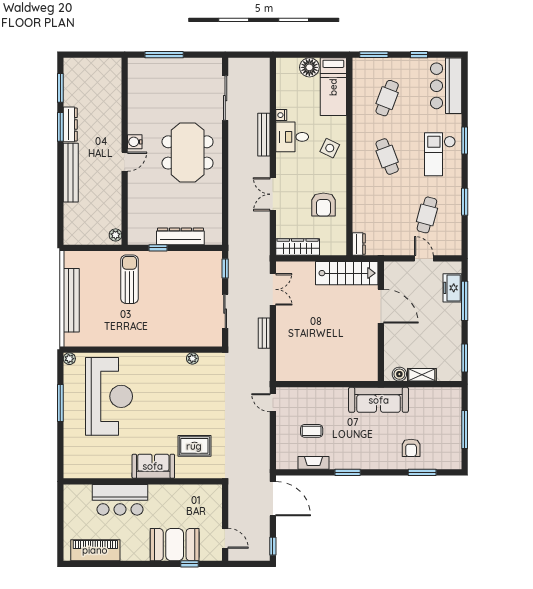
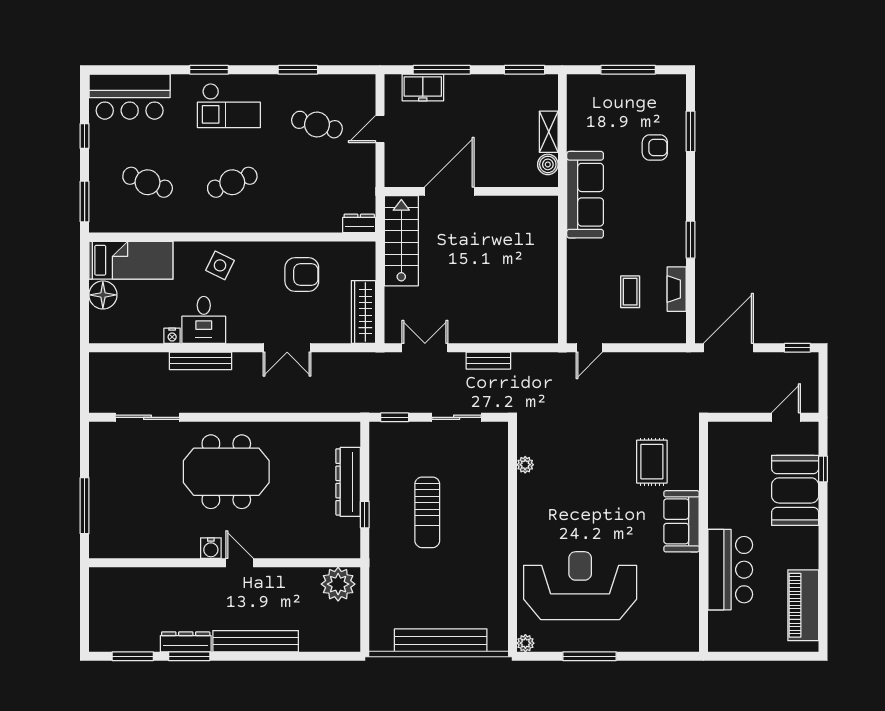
plant: (116, 235) -> (338, 584), width x1.88, depth x1.88
sun lounger: (129, 279) -> (427, 512), moved, turned -90

